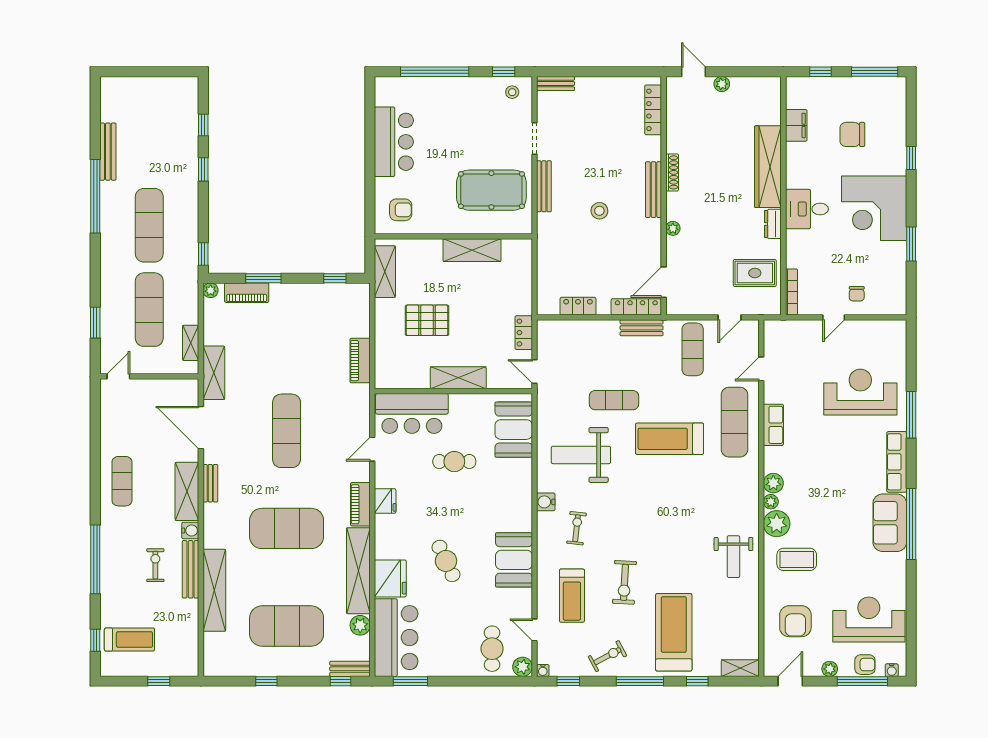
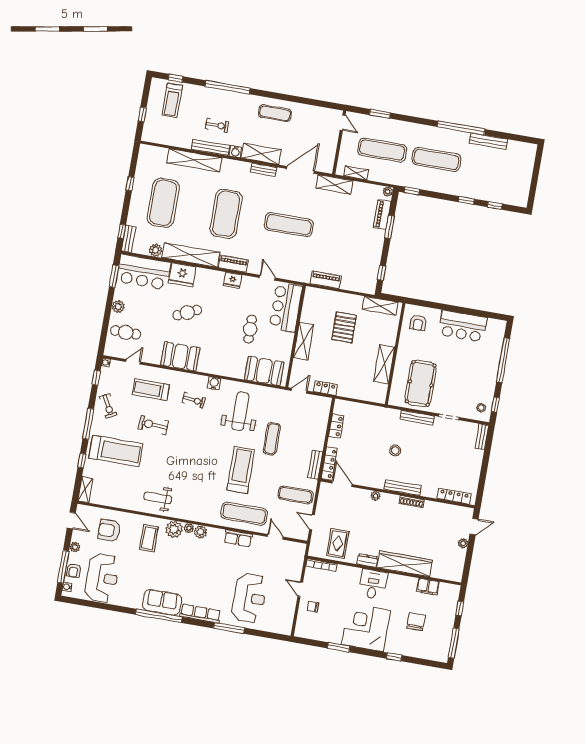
plant: (523, 667) -> (118, 307), moved

